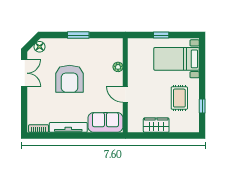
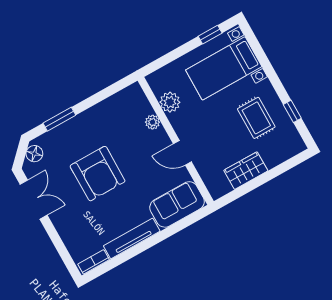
window: (78, 35) -> (59, 119), moved
window: (161, 35) -> (210, 35), moved
plant: (135, 61) -> (170, 102), added

